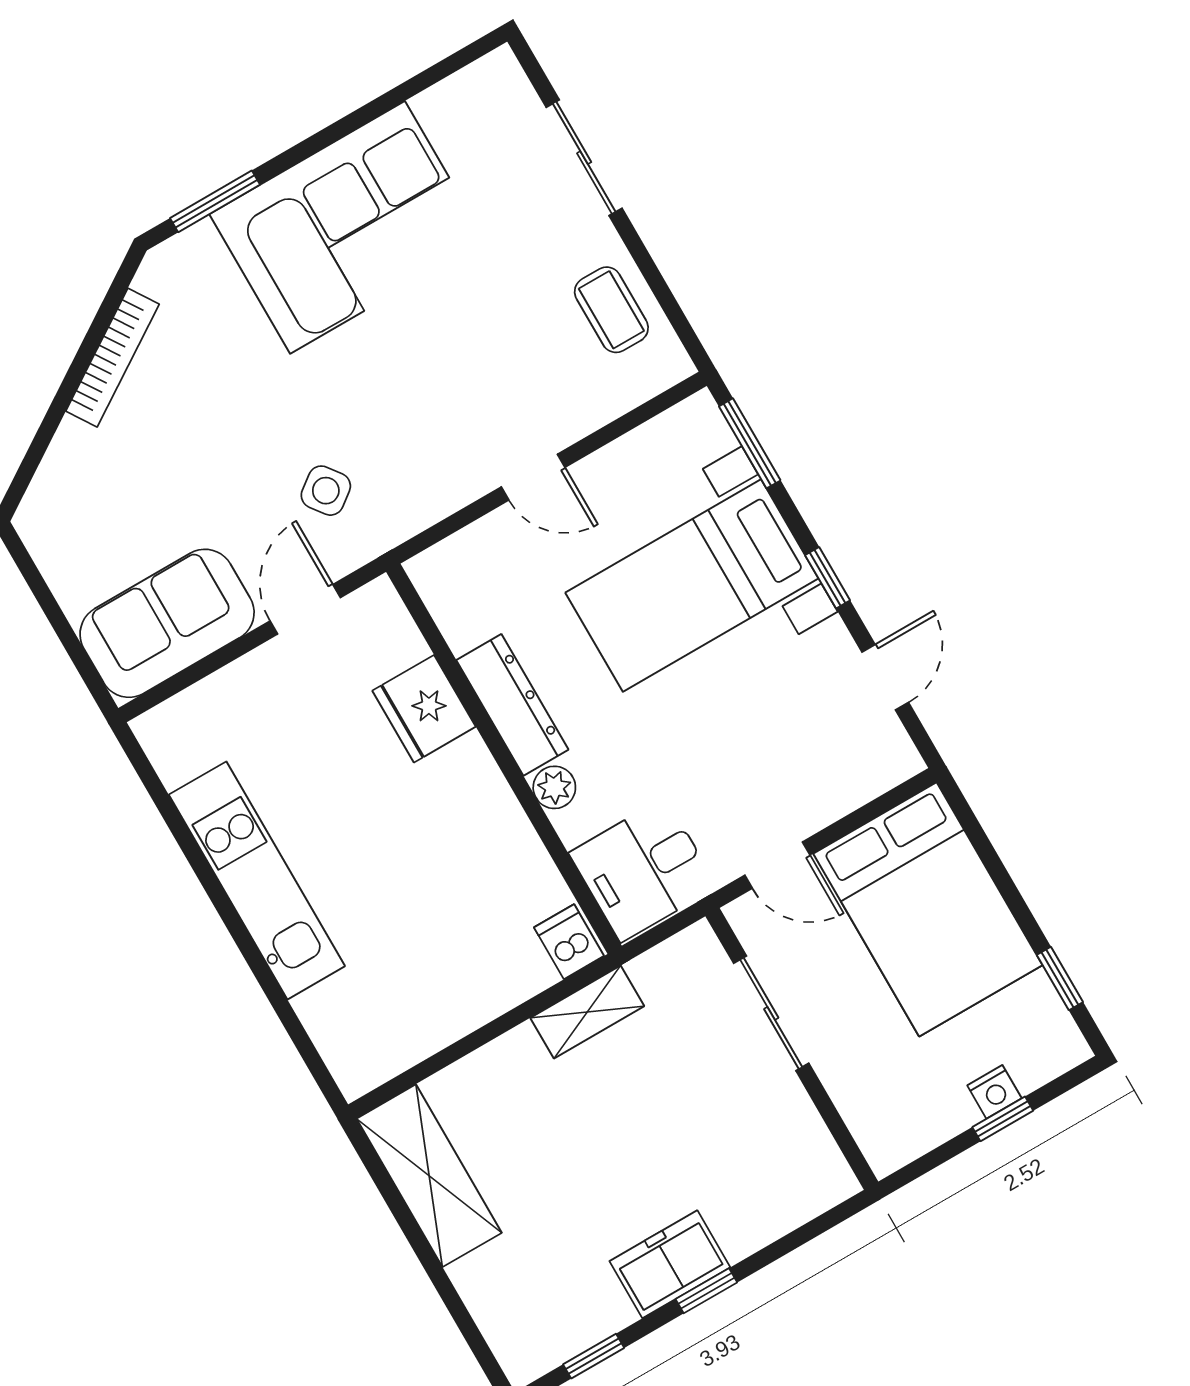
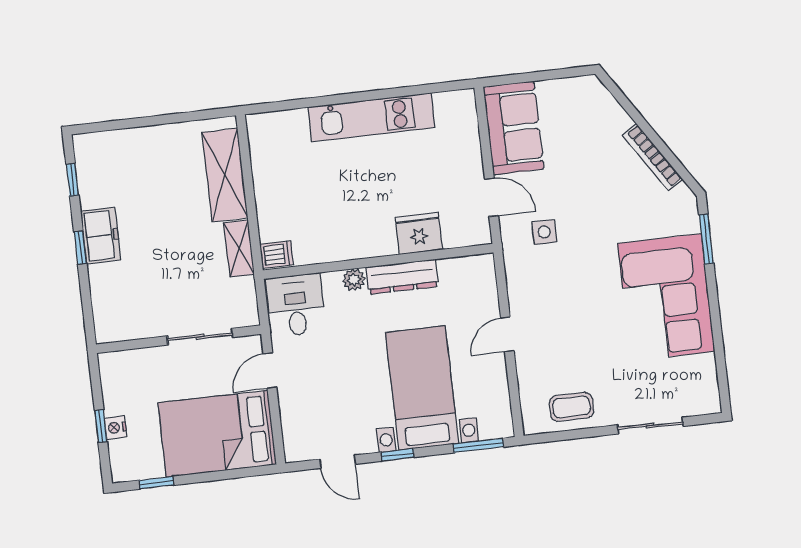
side table: (326, 491) -> (544, 232), turned 37
shelving: (429, 1176) -> (225, 175), moved, turned 90

